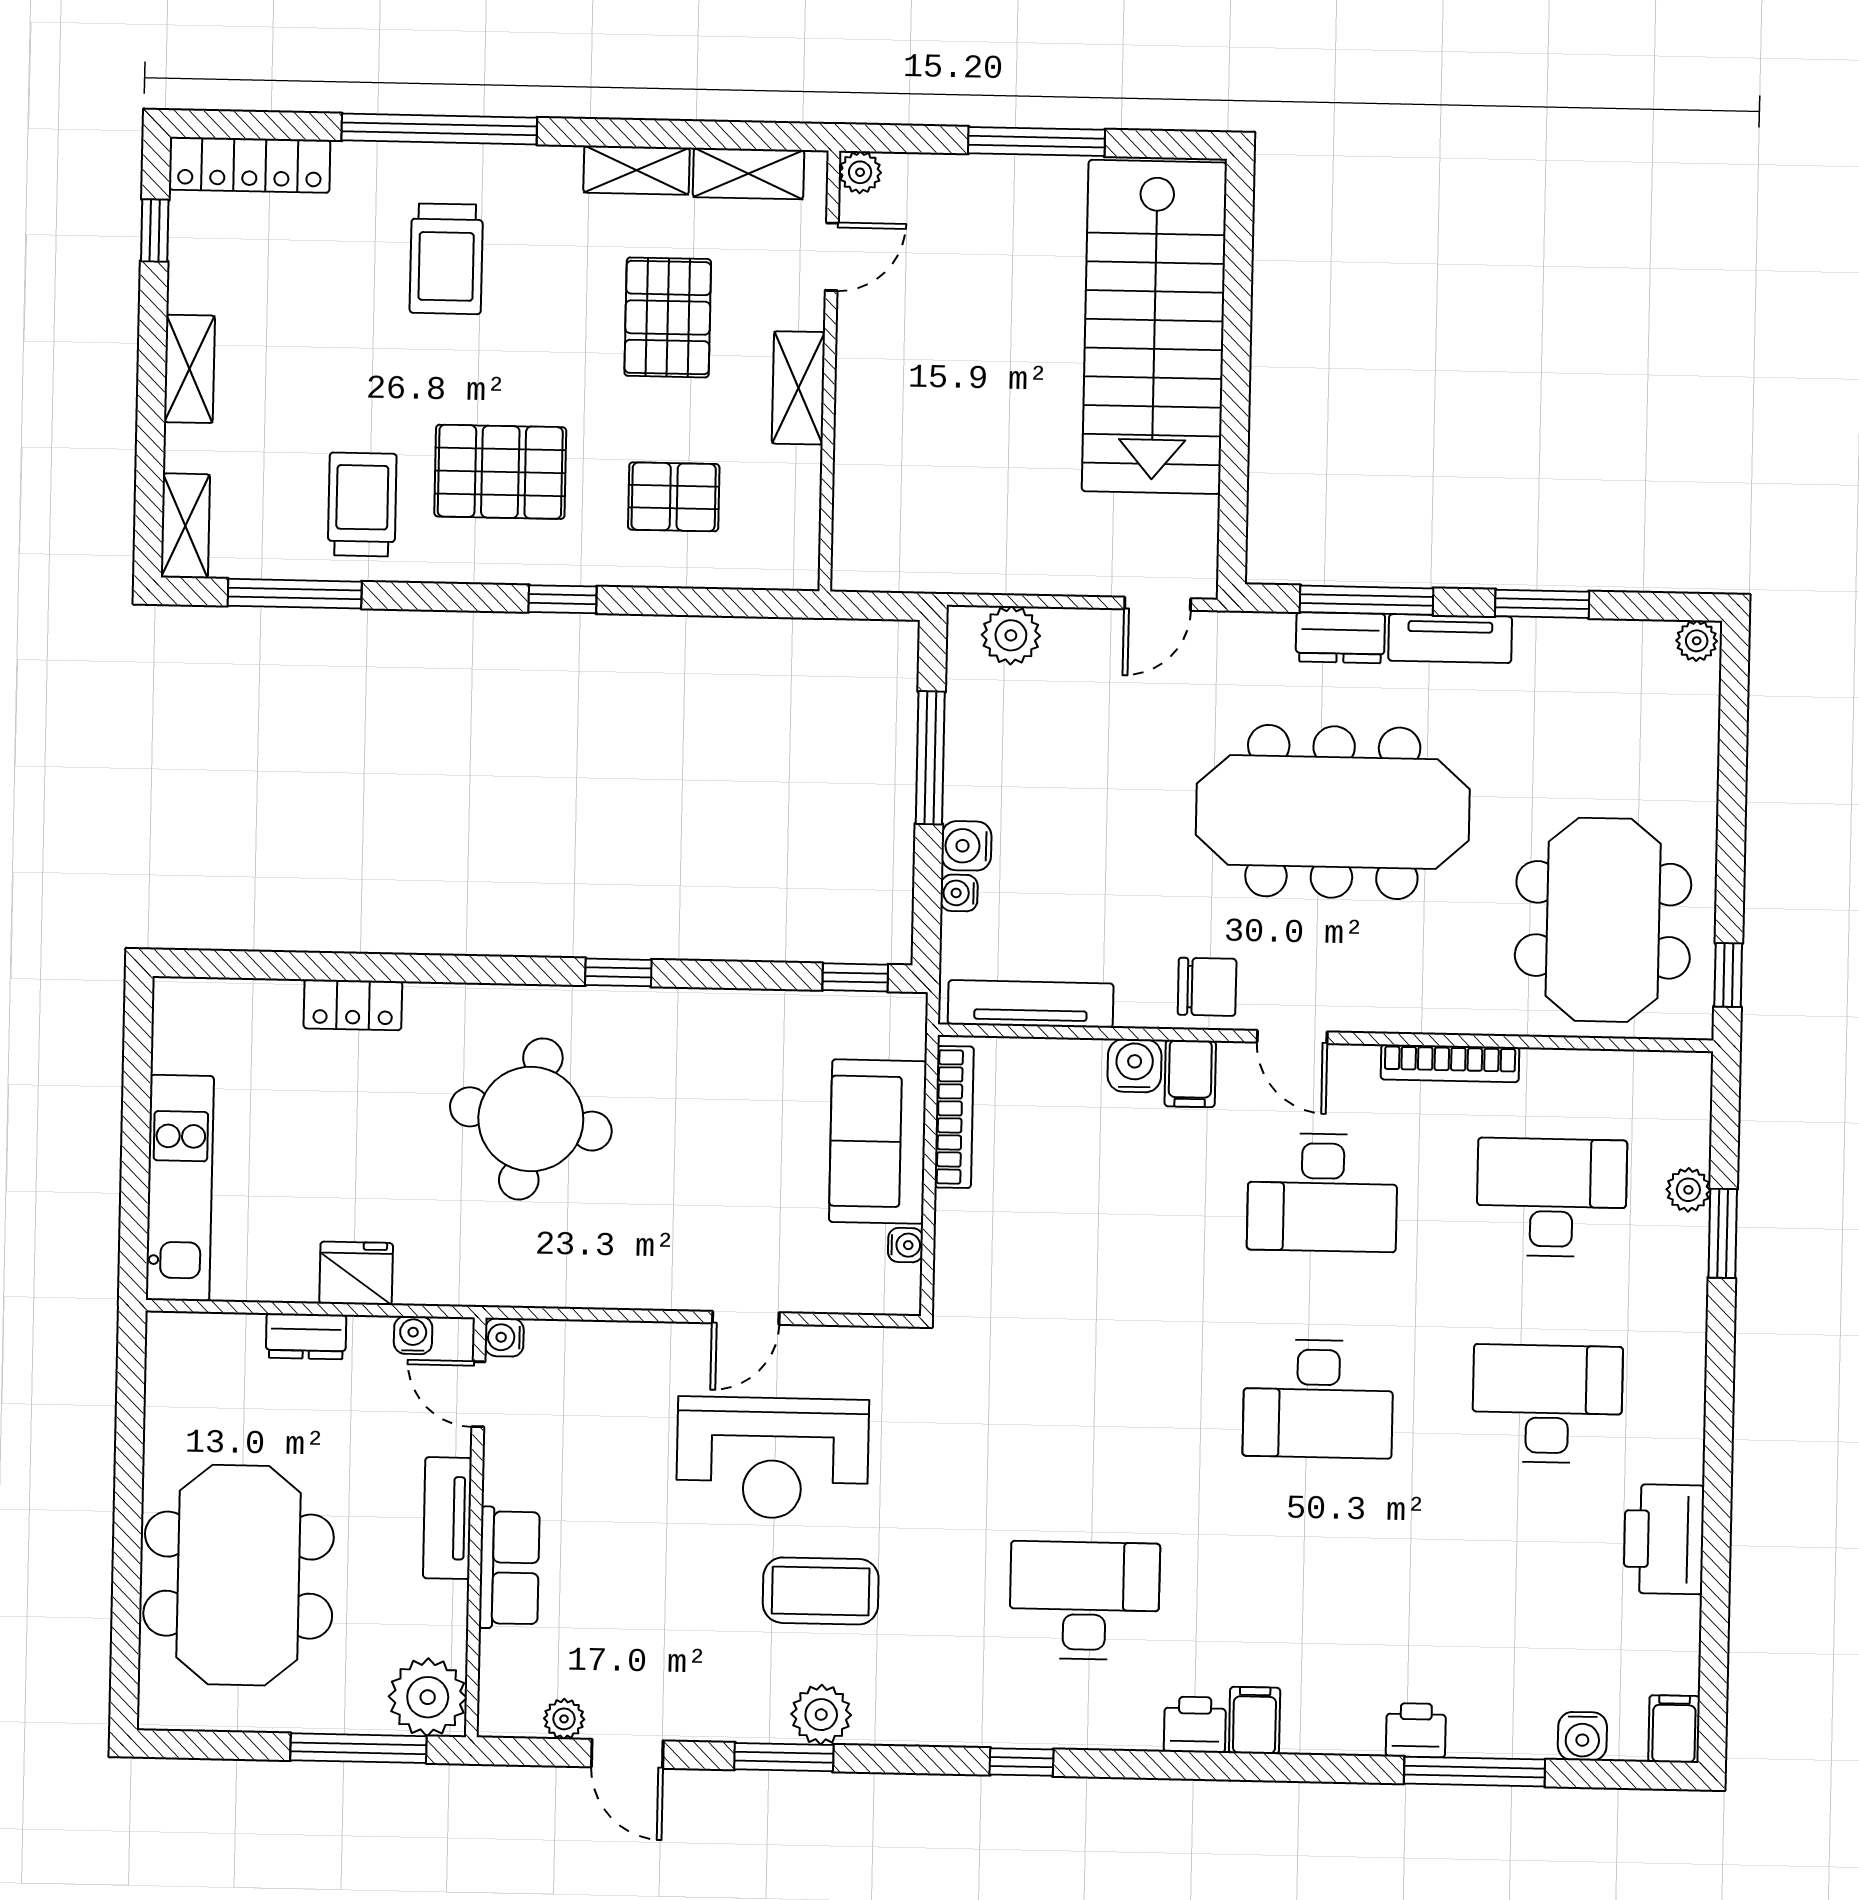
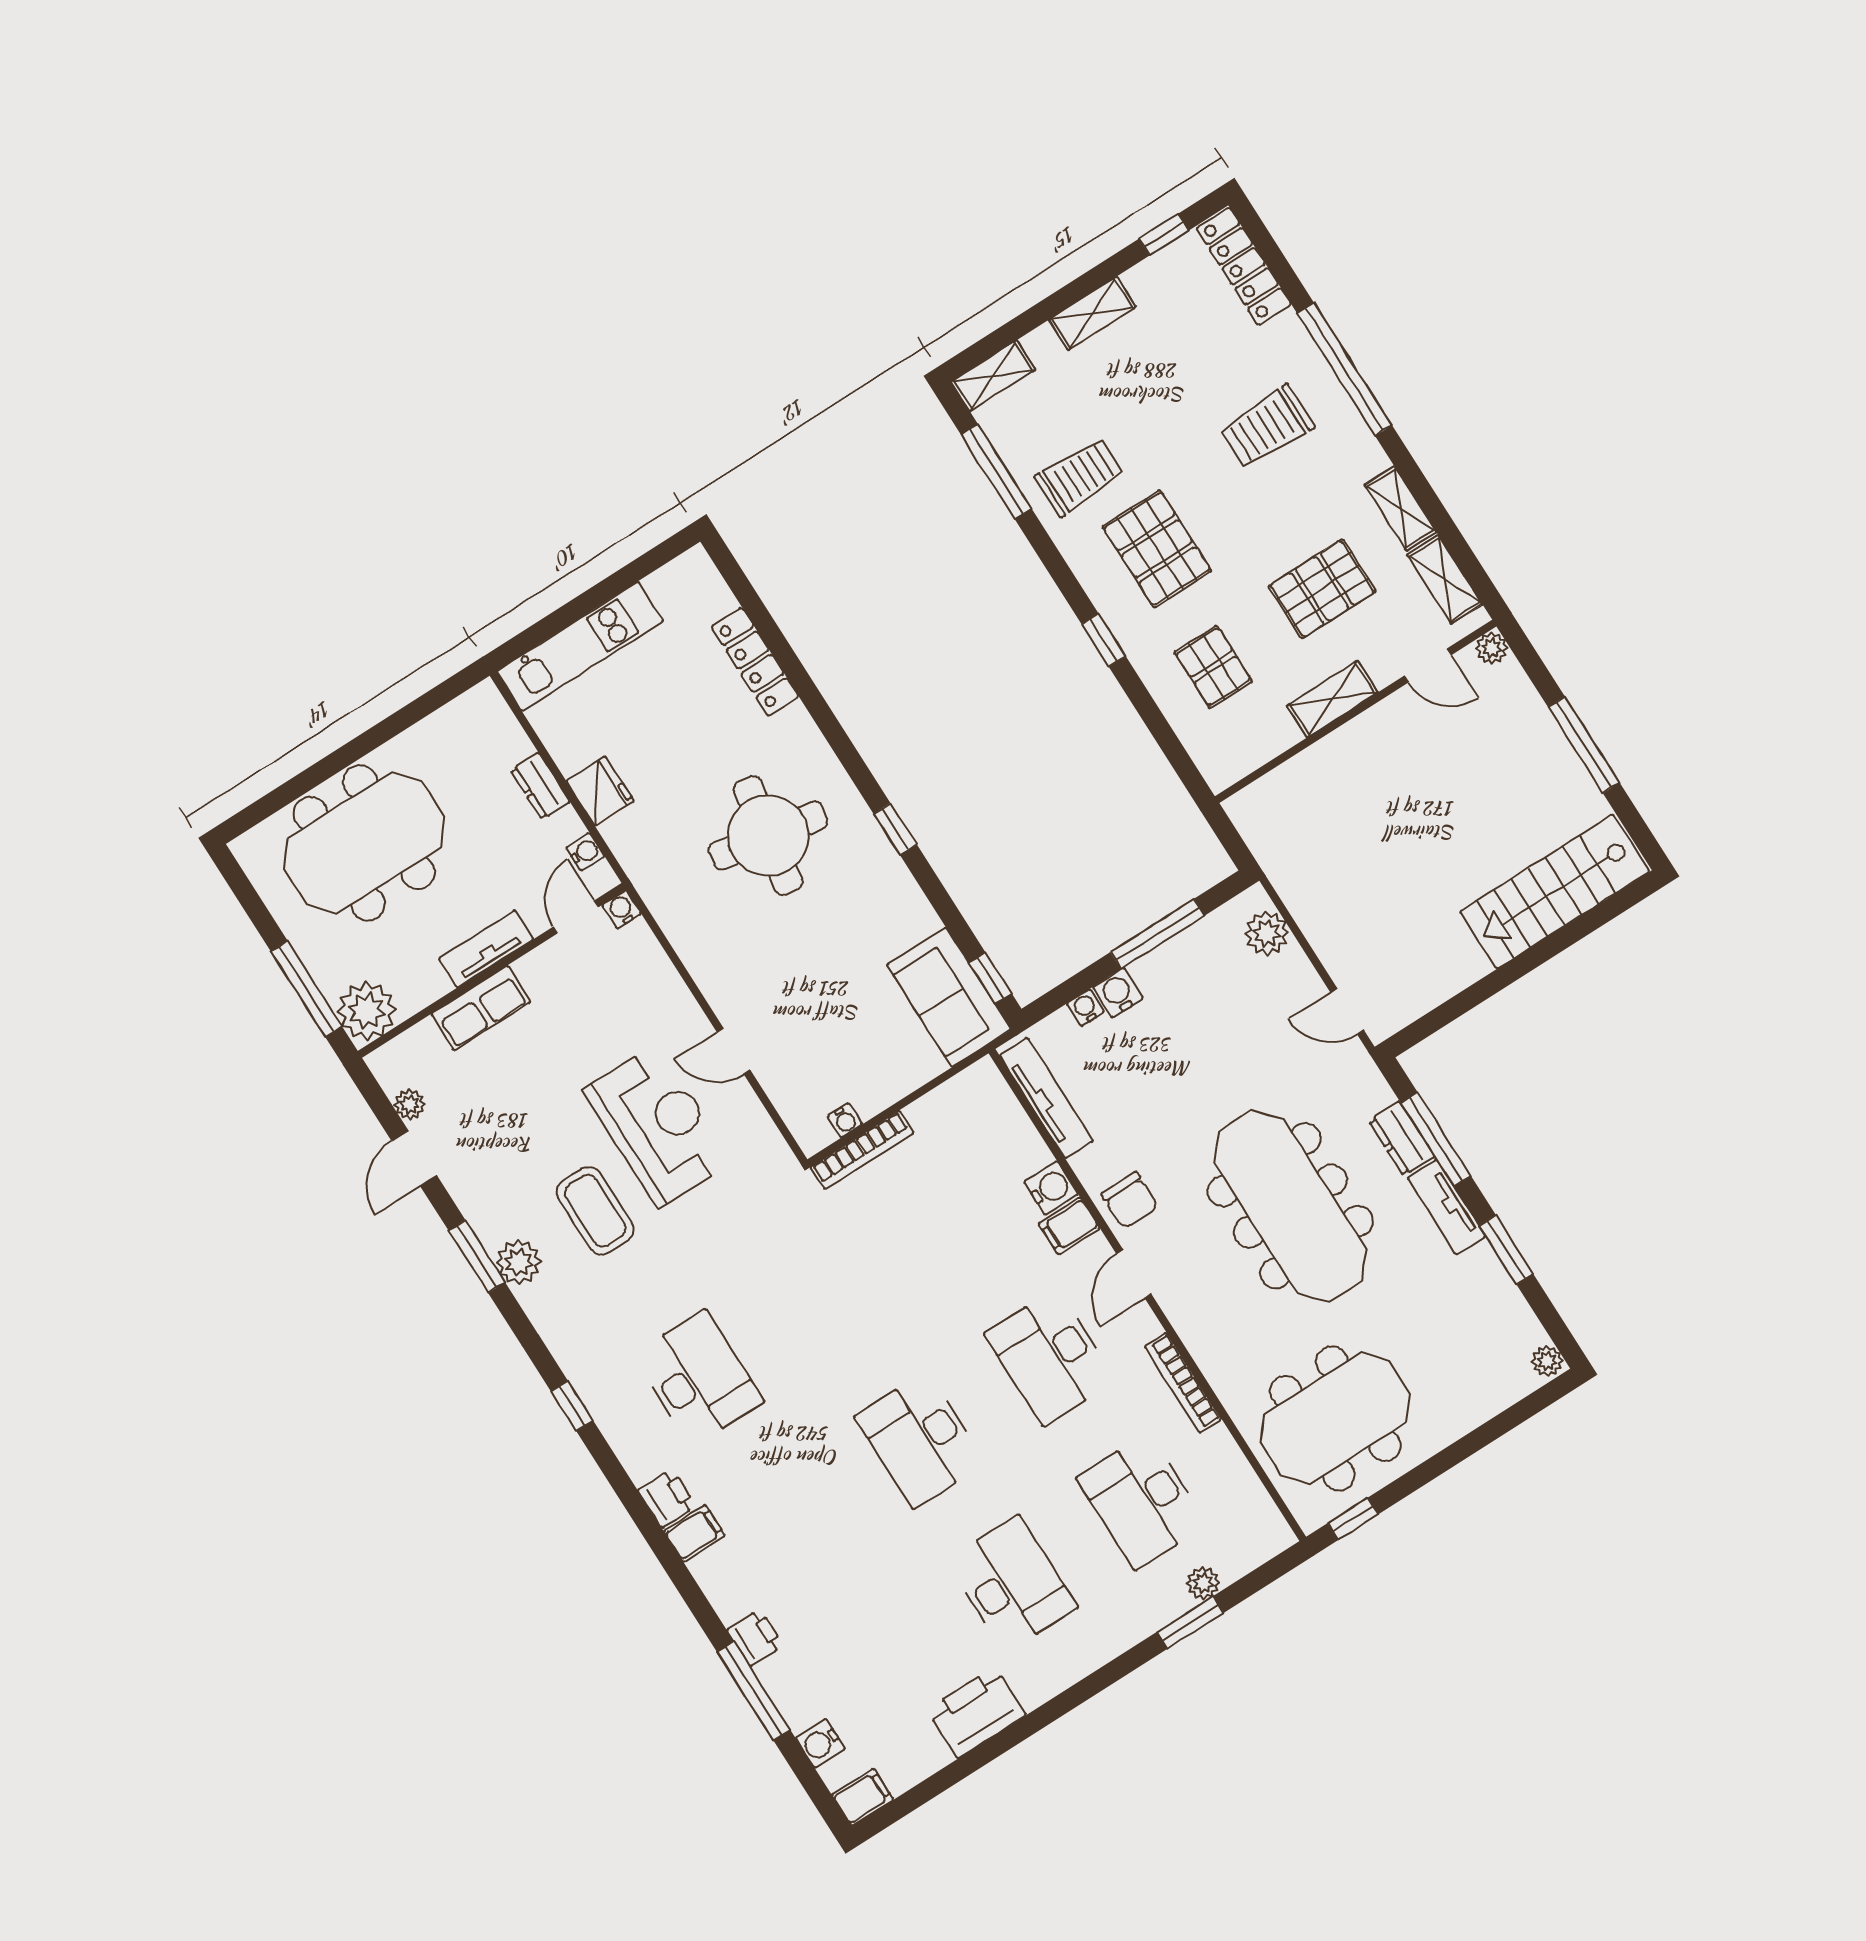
stairs: (1154, 327) -> (1555, 892), width x0.73, depth x0.66
locker: (353, 1005) -> (755, 662), width x1.53
bookcase: (954, 1117) -> (862, 1150), moved
sofa: (878, 1142) -> (949, 997), moved, turned -90
desk: (1552, 1197) -> (1142, 1501), turned 180
reception desk: (772, 1458) -> (658, 1126), turned 180

